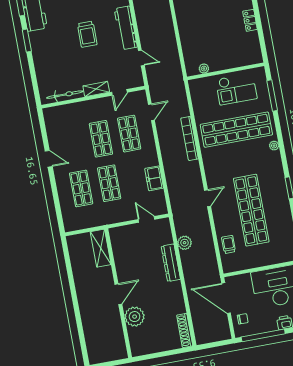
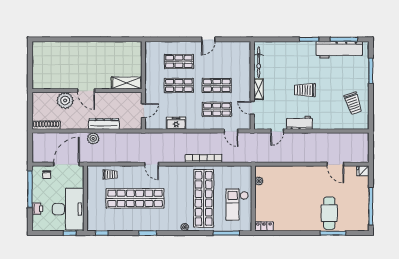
locker: (250, 20) -> (264, 226), moved
workbench: (126, 28) -> (299, 123), width x0.73
plant: (185, 243) -> (93, 138), moved
shelving: (101, 248) -> (127, 83), moved
wall: (118, 293) -> (87, 91), moved
door: (118, 294) -> (86, 91), moved
plant: (135, 317) -> (65, 100), moved

